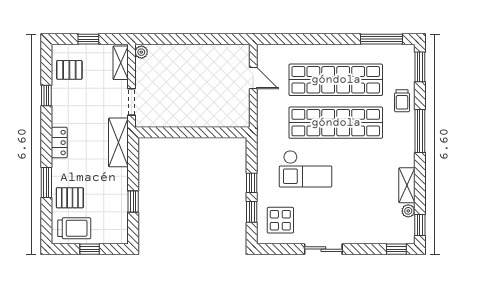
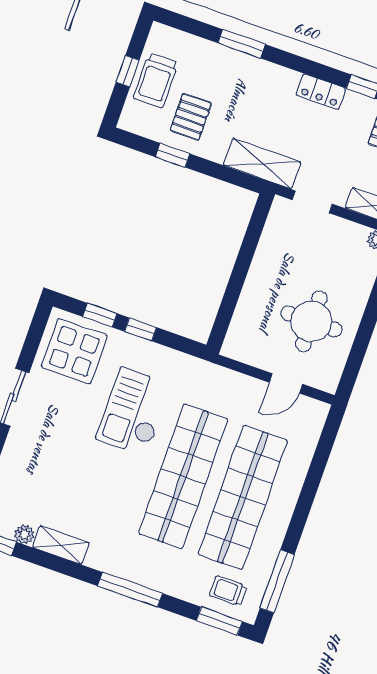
round table: (208, 76) -> (311, 321), added
trolley: (402, 101) -> (228, 591), moved
locker: (59, 143) -> (321, 92), moved
pallet: (70, 198) -> (191, 117), moved
display table: (280, 220) -> (74, 351), width x1.36, depth x1.36
trolley: (74, 228) -> (156, 80), moved

